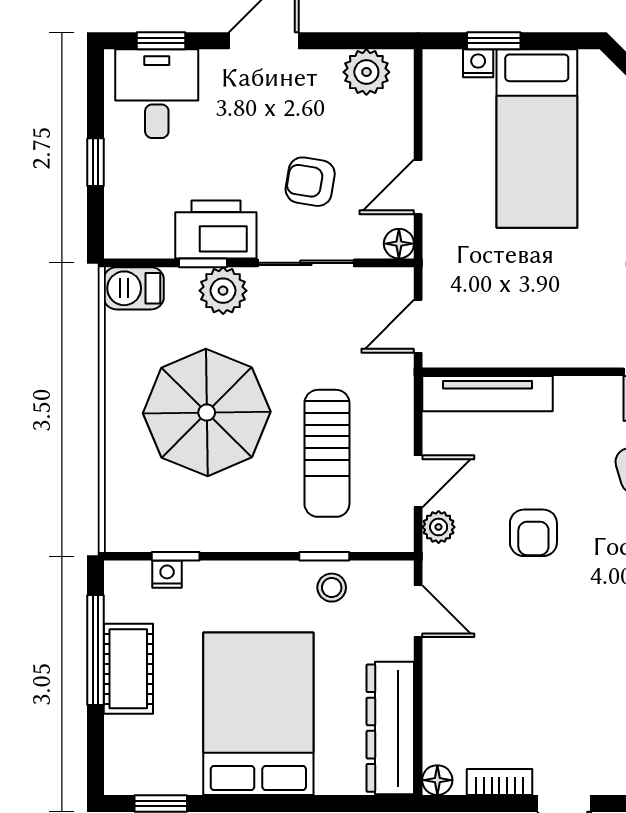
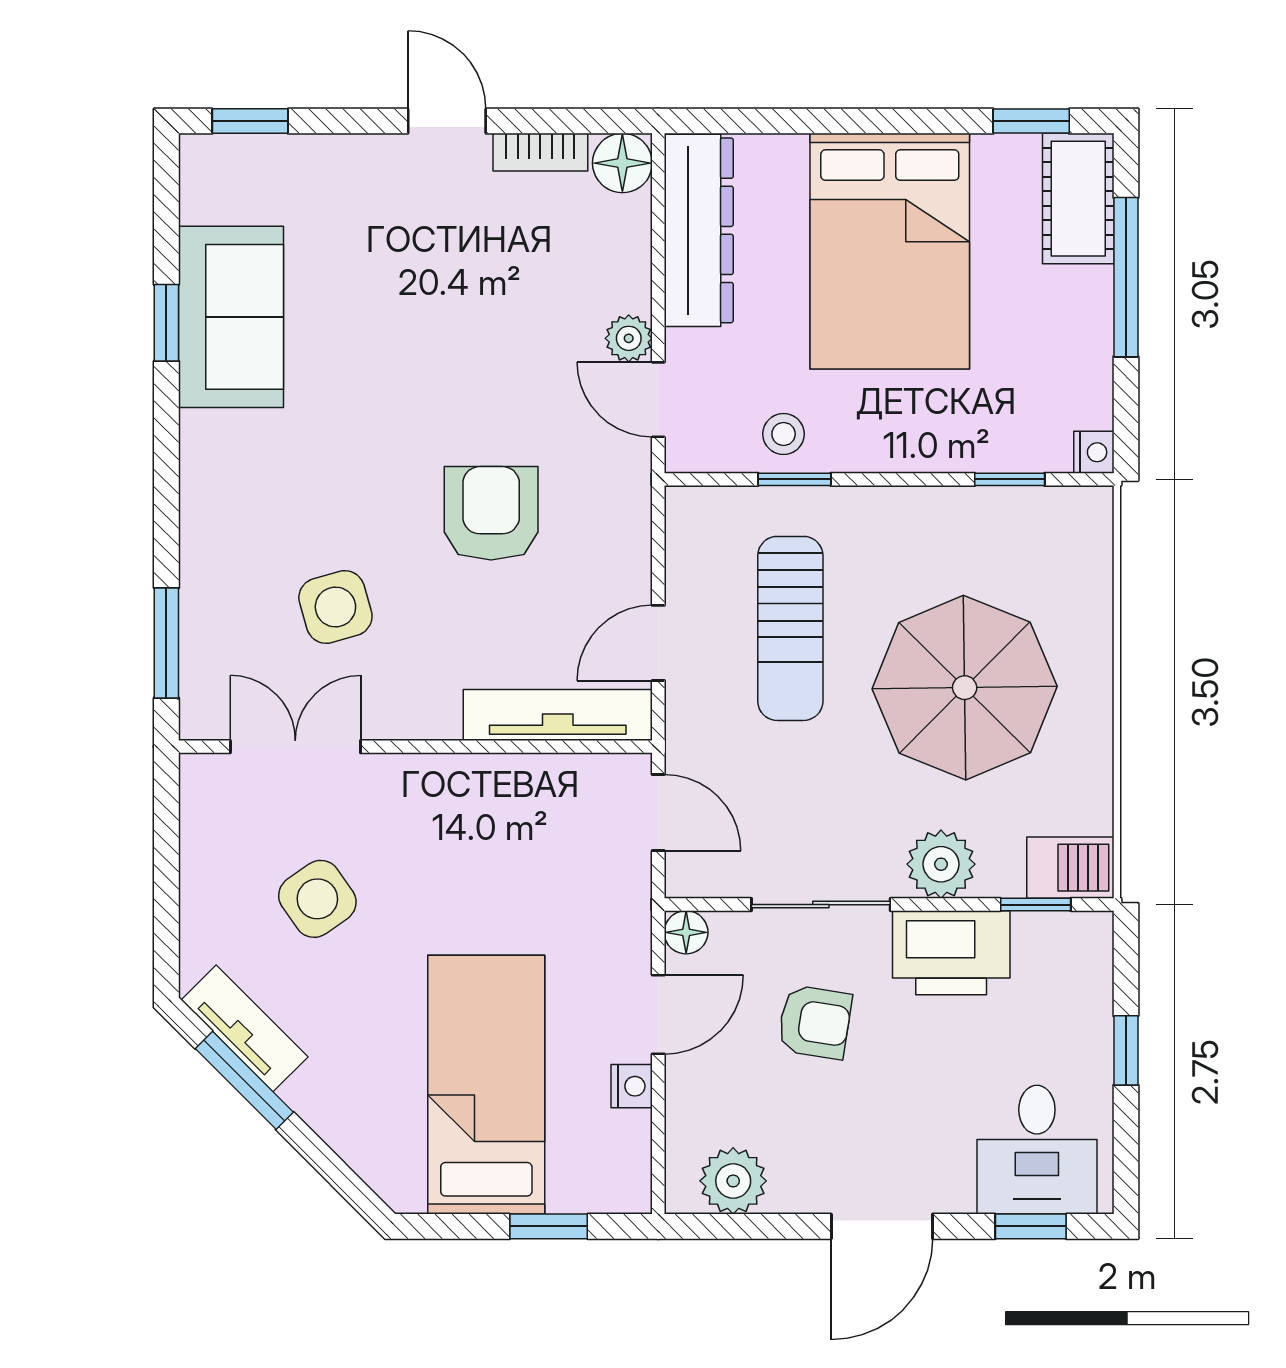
nightstand: (478, 63) -> (632, 1086), moved, turned -90
window: (203, 263) -> (1036, 905), moved
door: (418, 326) -> (658, 813), hinge flipped
sun lounger: (327, 453) -> (790, 628), turned 180
door: (418, 481) -> (658, 643), moved
plant: (439, 527) -> (629, 338), moved
armchair: (533, 533) -> (491, 513), width x1.38, depth x1.38
nightstand: (167, 574) -> (1094, 452), moved, turned -90
window: (95, 650) -> (1126, 277), moved
cot: (128, 669) -> (1078, 199), moved
floor lamp: (437, 780) -> (622, 163), width x1.37, depth x1.37

